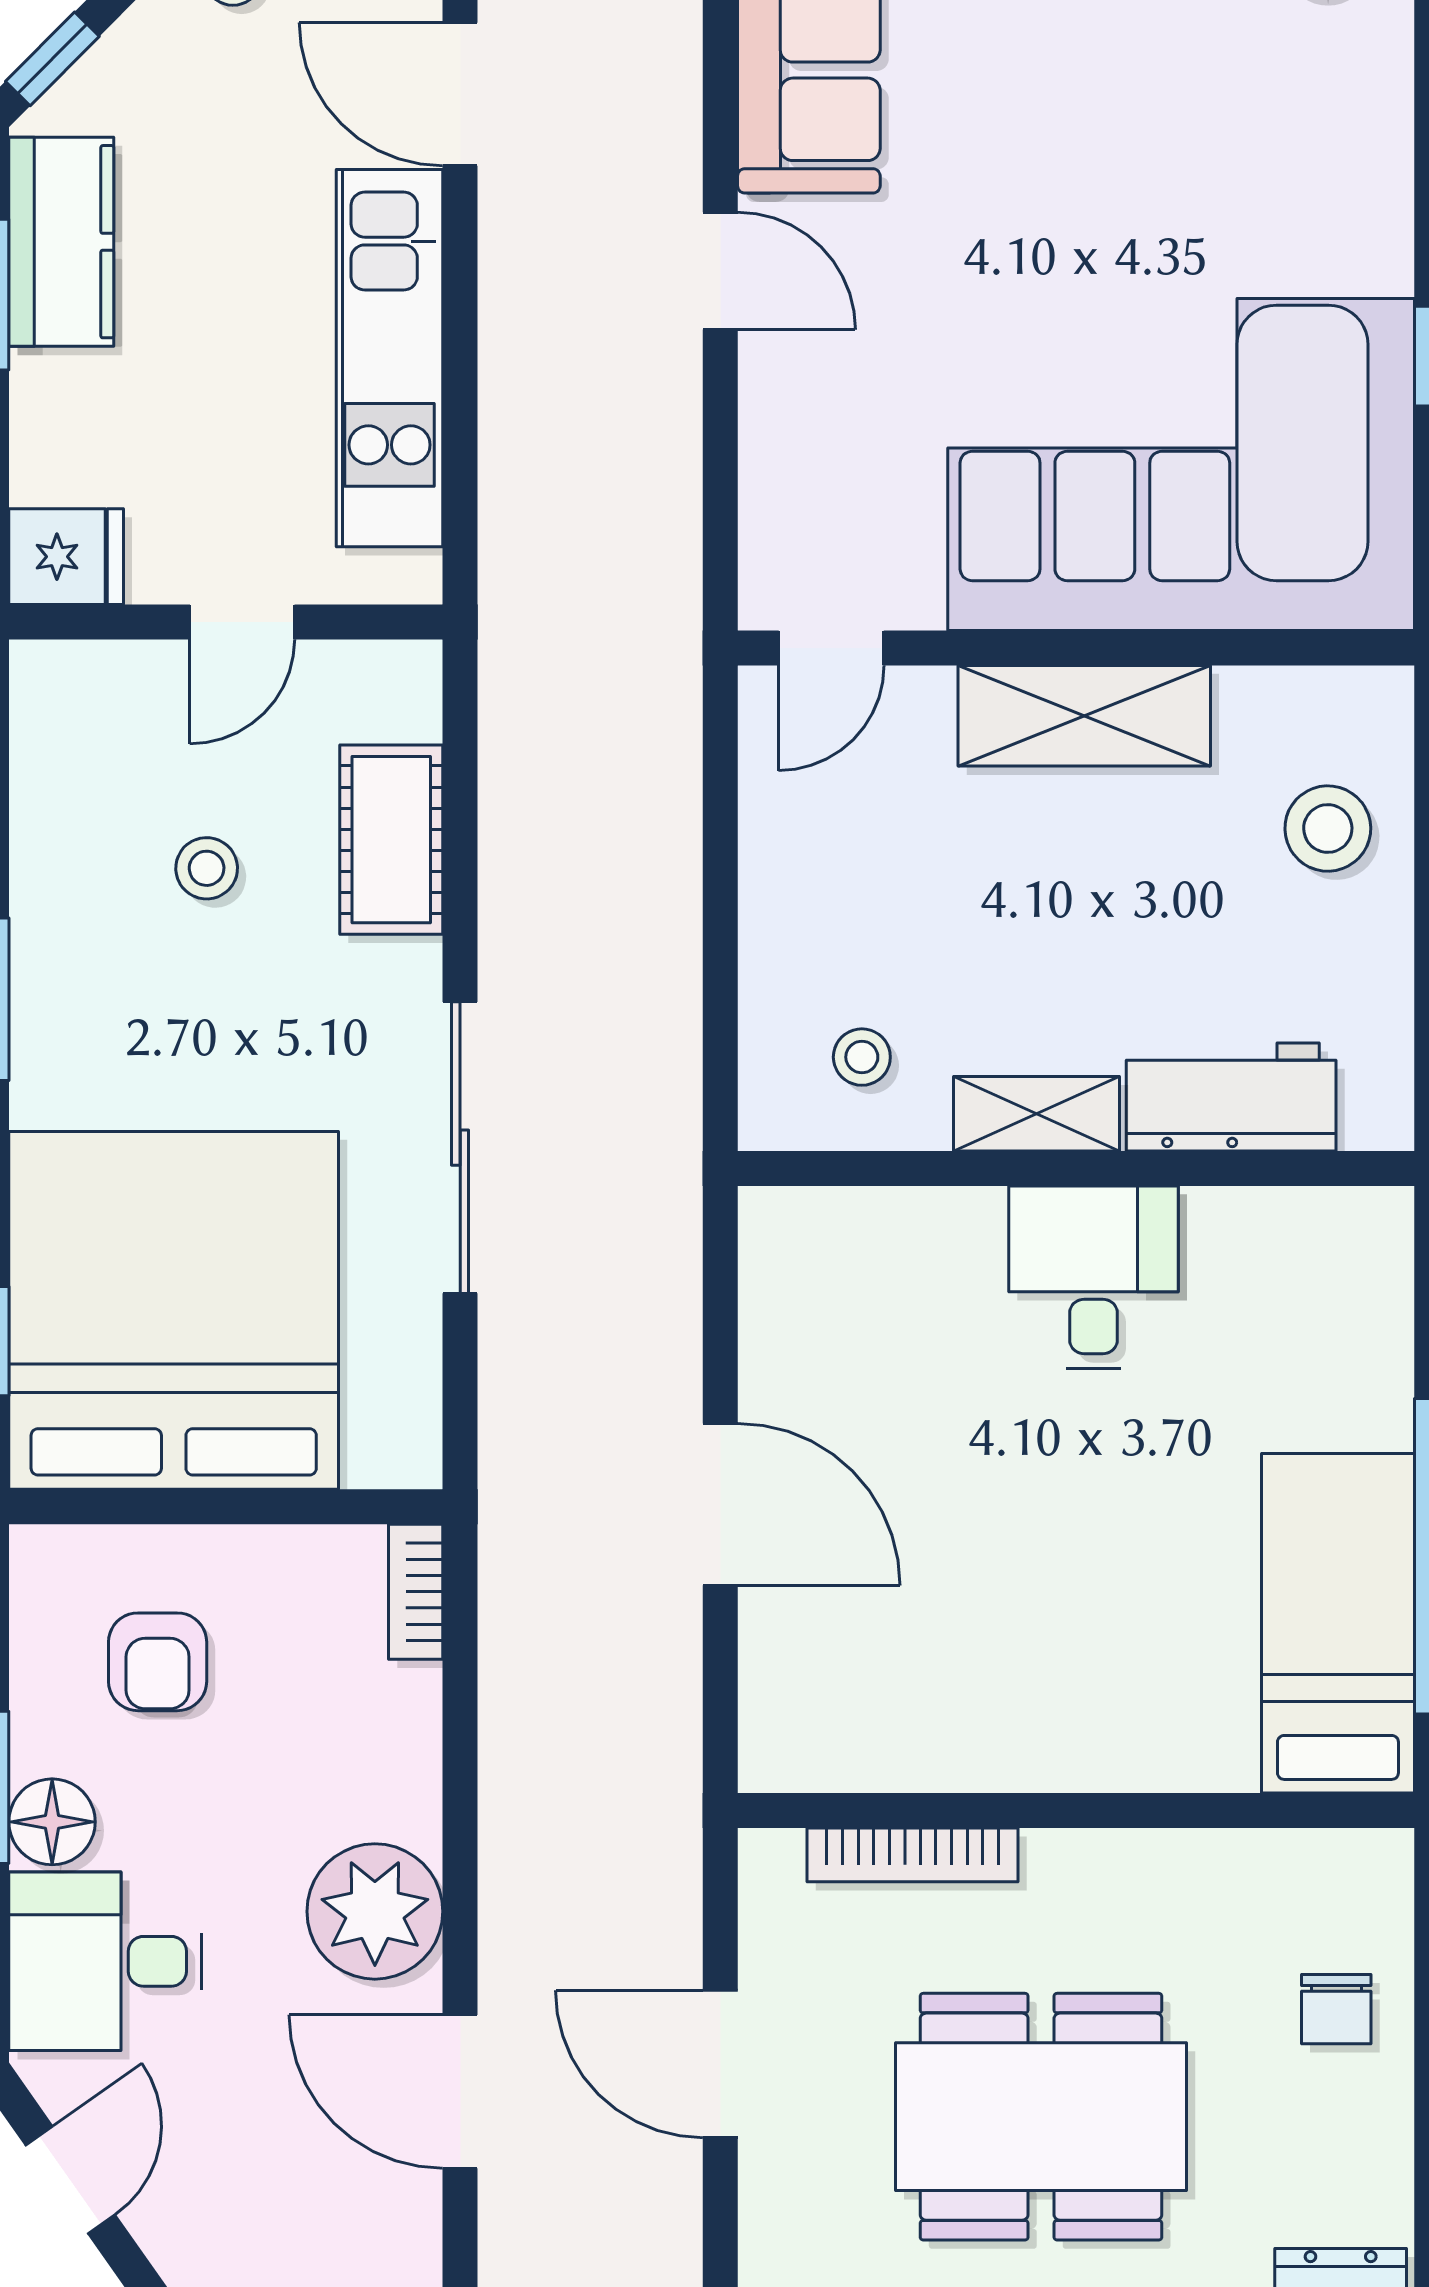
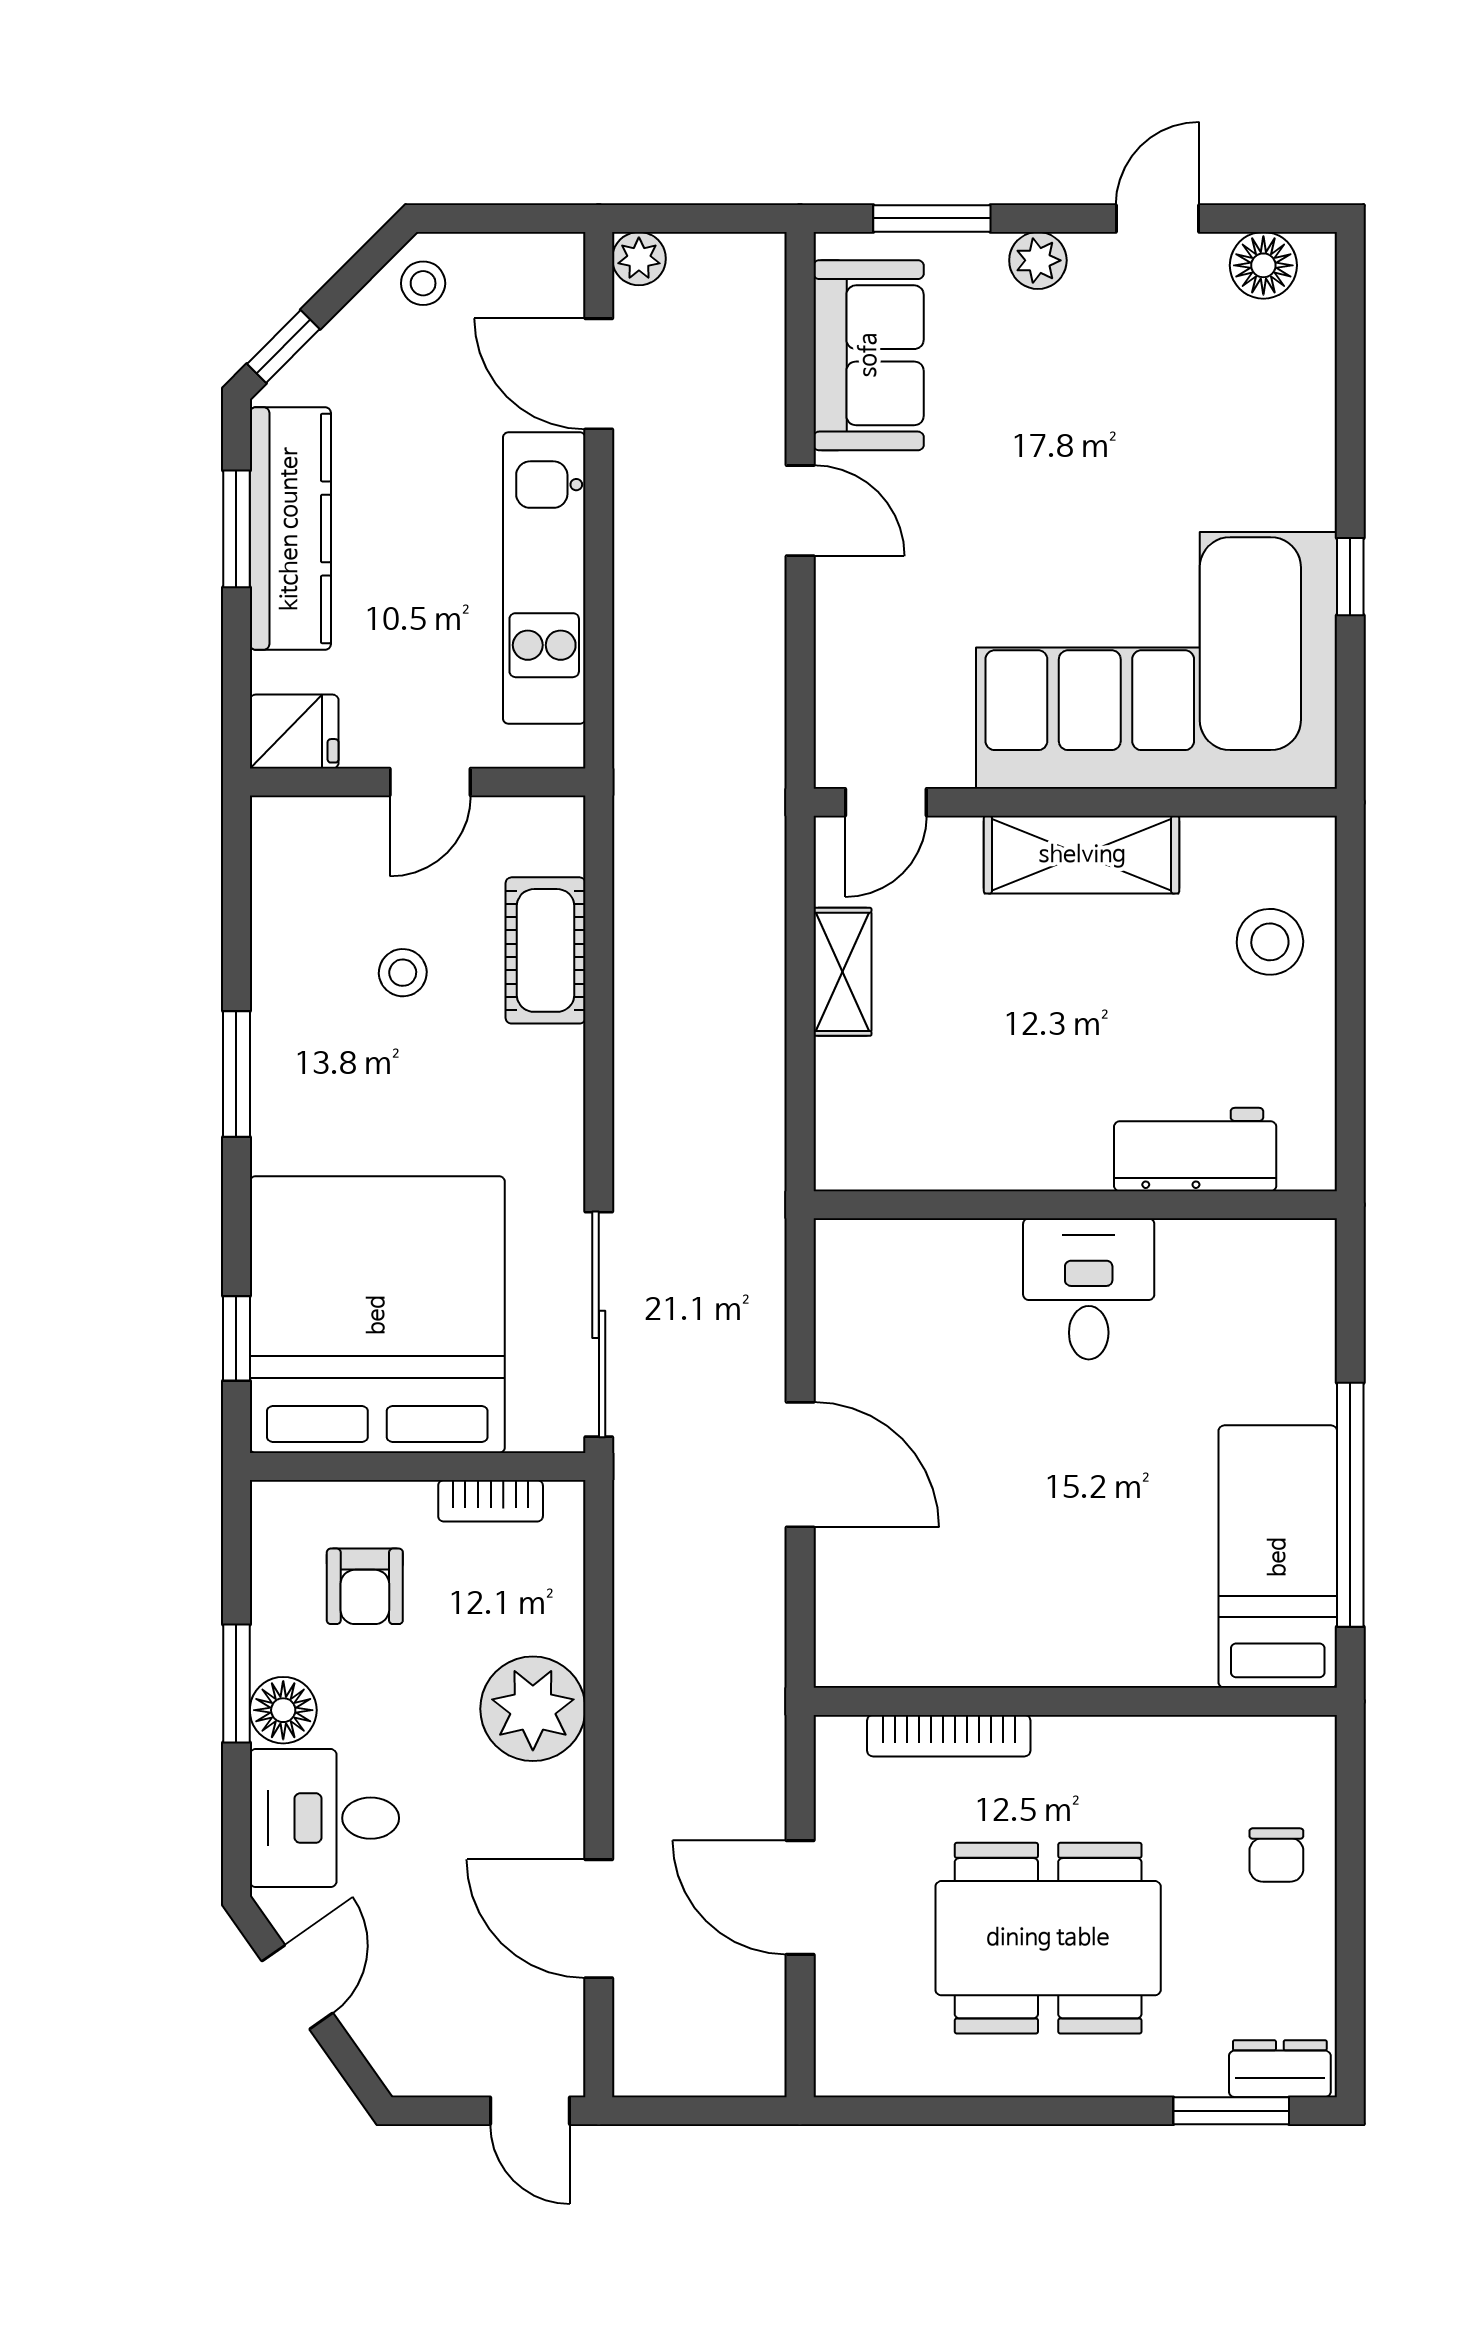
kitchen counter: (61, 242) -> (290, 529), width x1.50
stool: (862, 1057) -> (910, 1119), removed
shelving: (1037, 1114) -> (842, 972), moved, turned 90
sliding door: (460, 1148) -> (599, 1324), moved
bookcase: (416, 1592) -> (491, 1501), moved, turned -90
plant: (375, 1911) -> (533, 1709), moved

